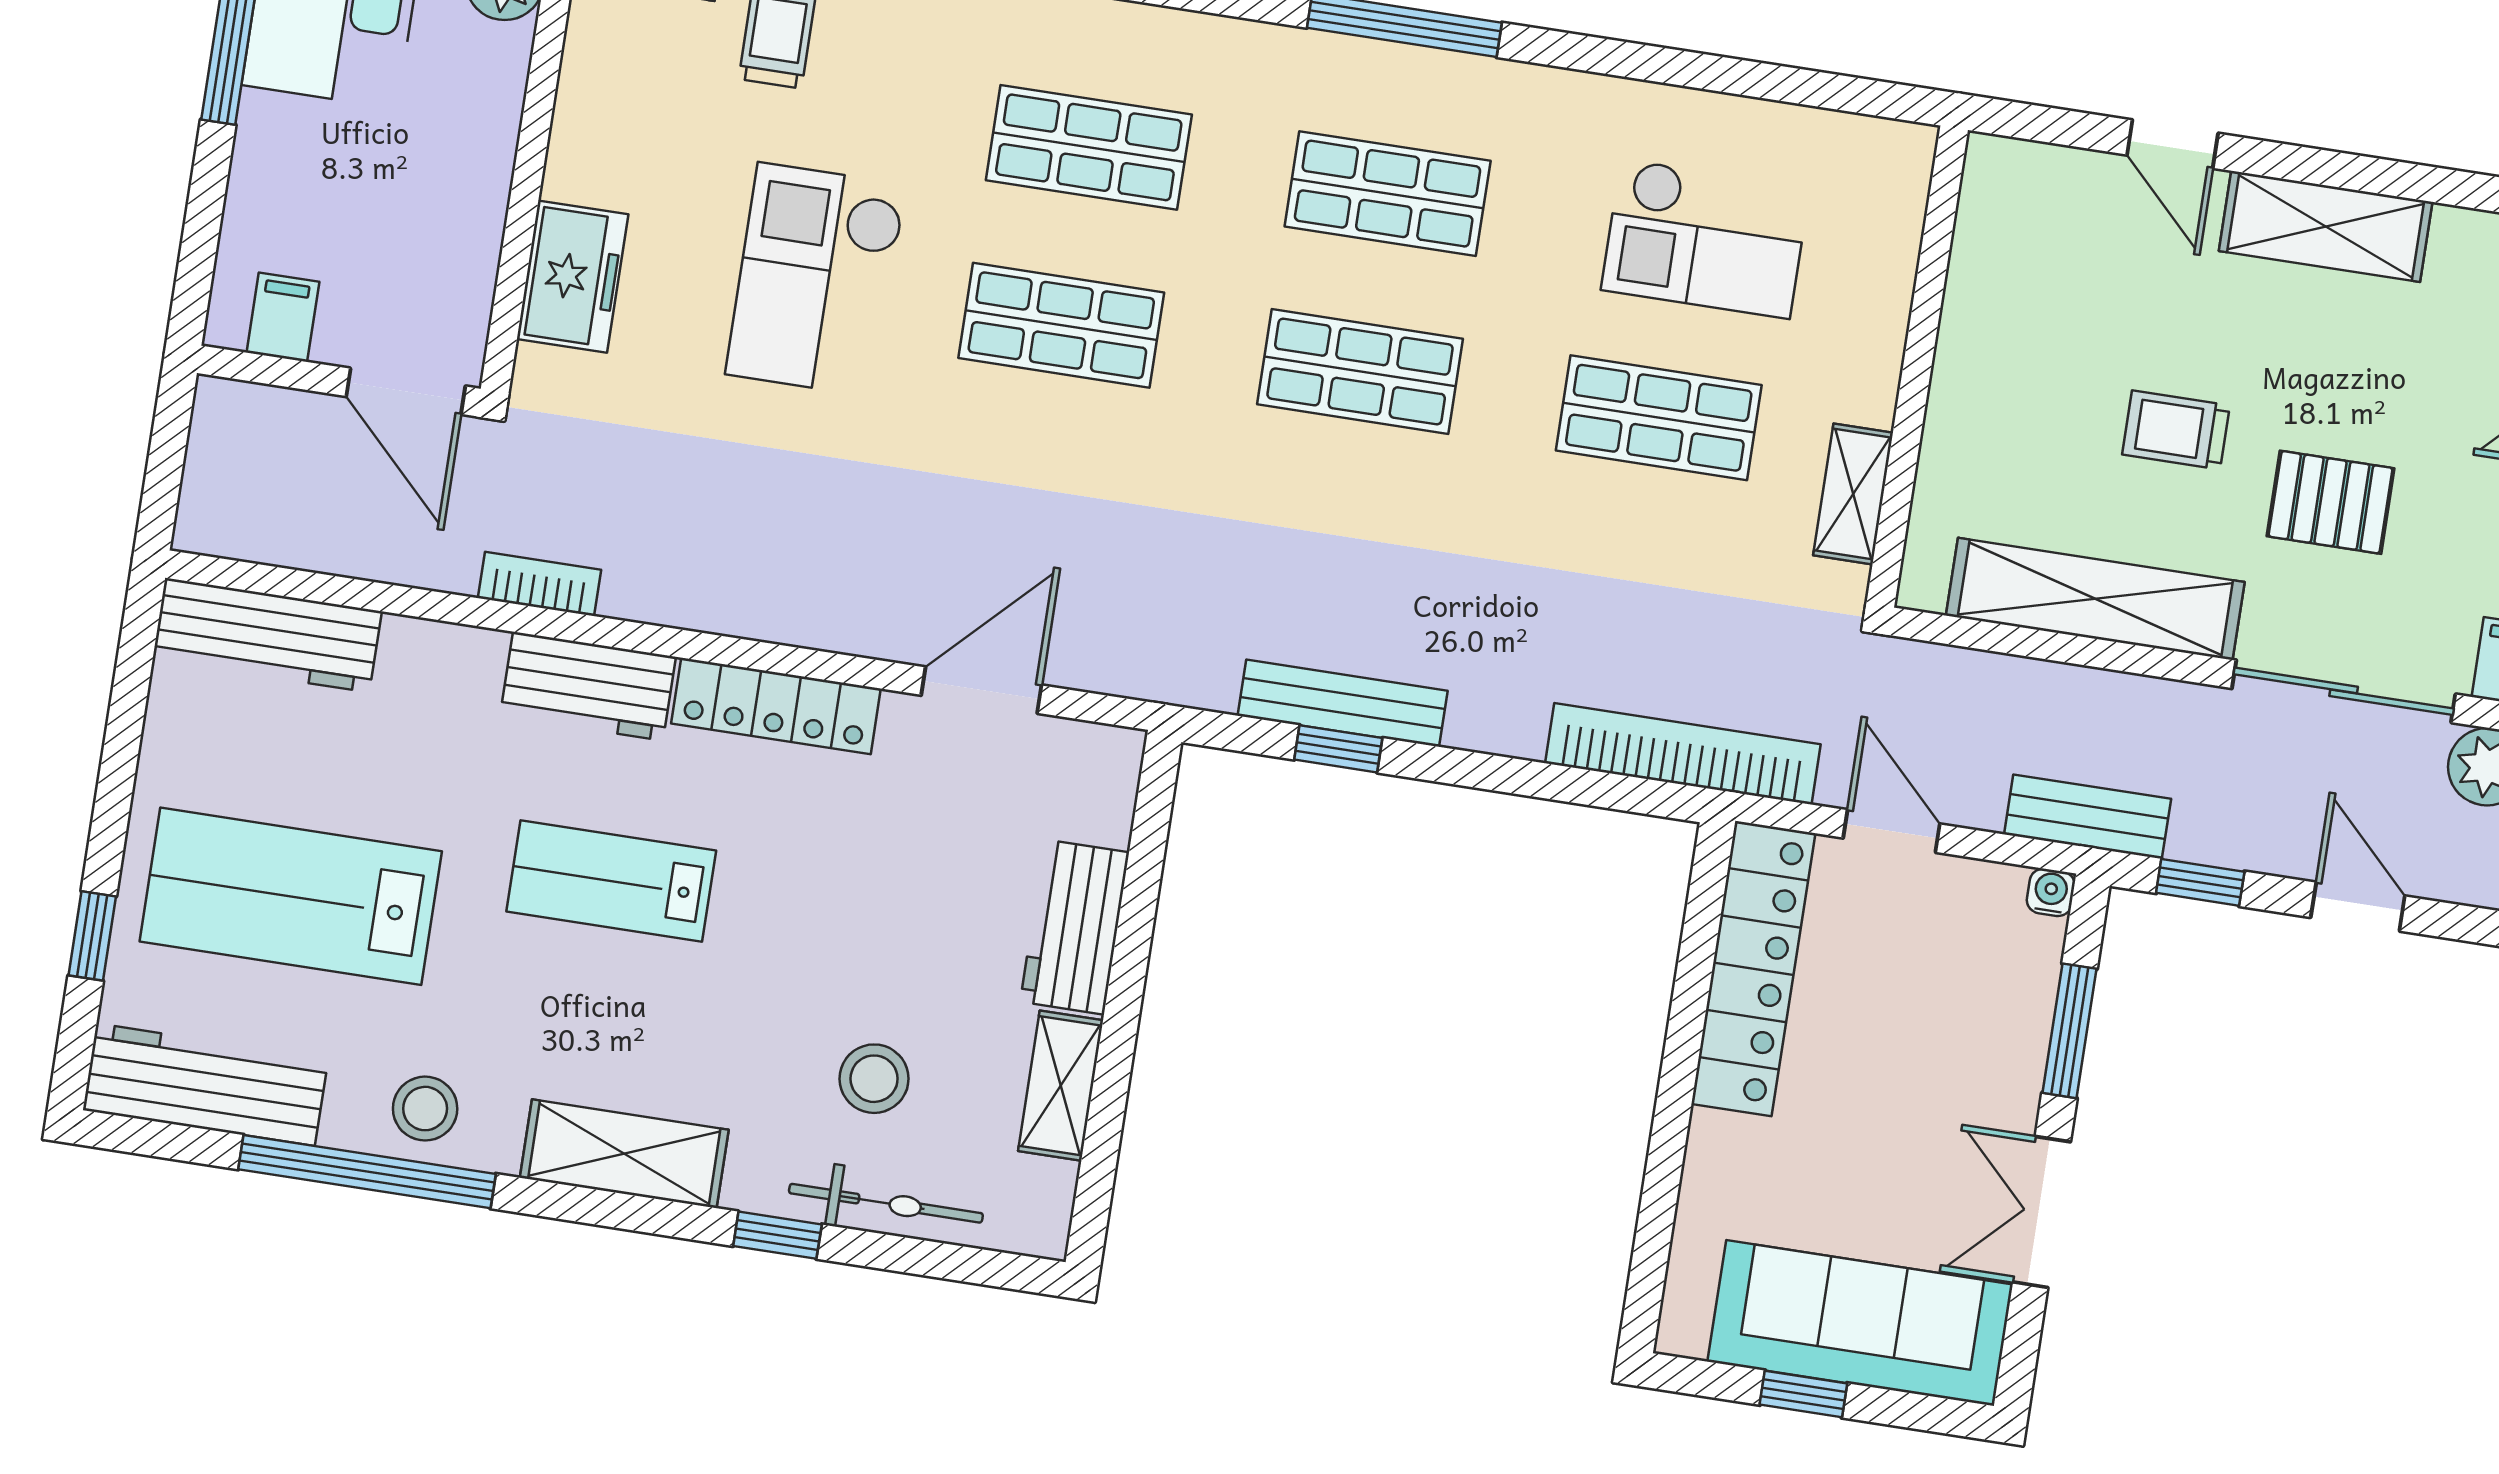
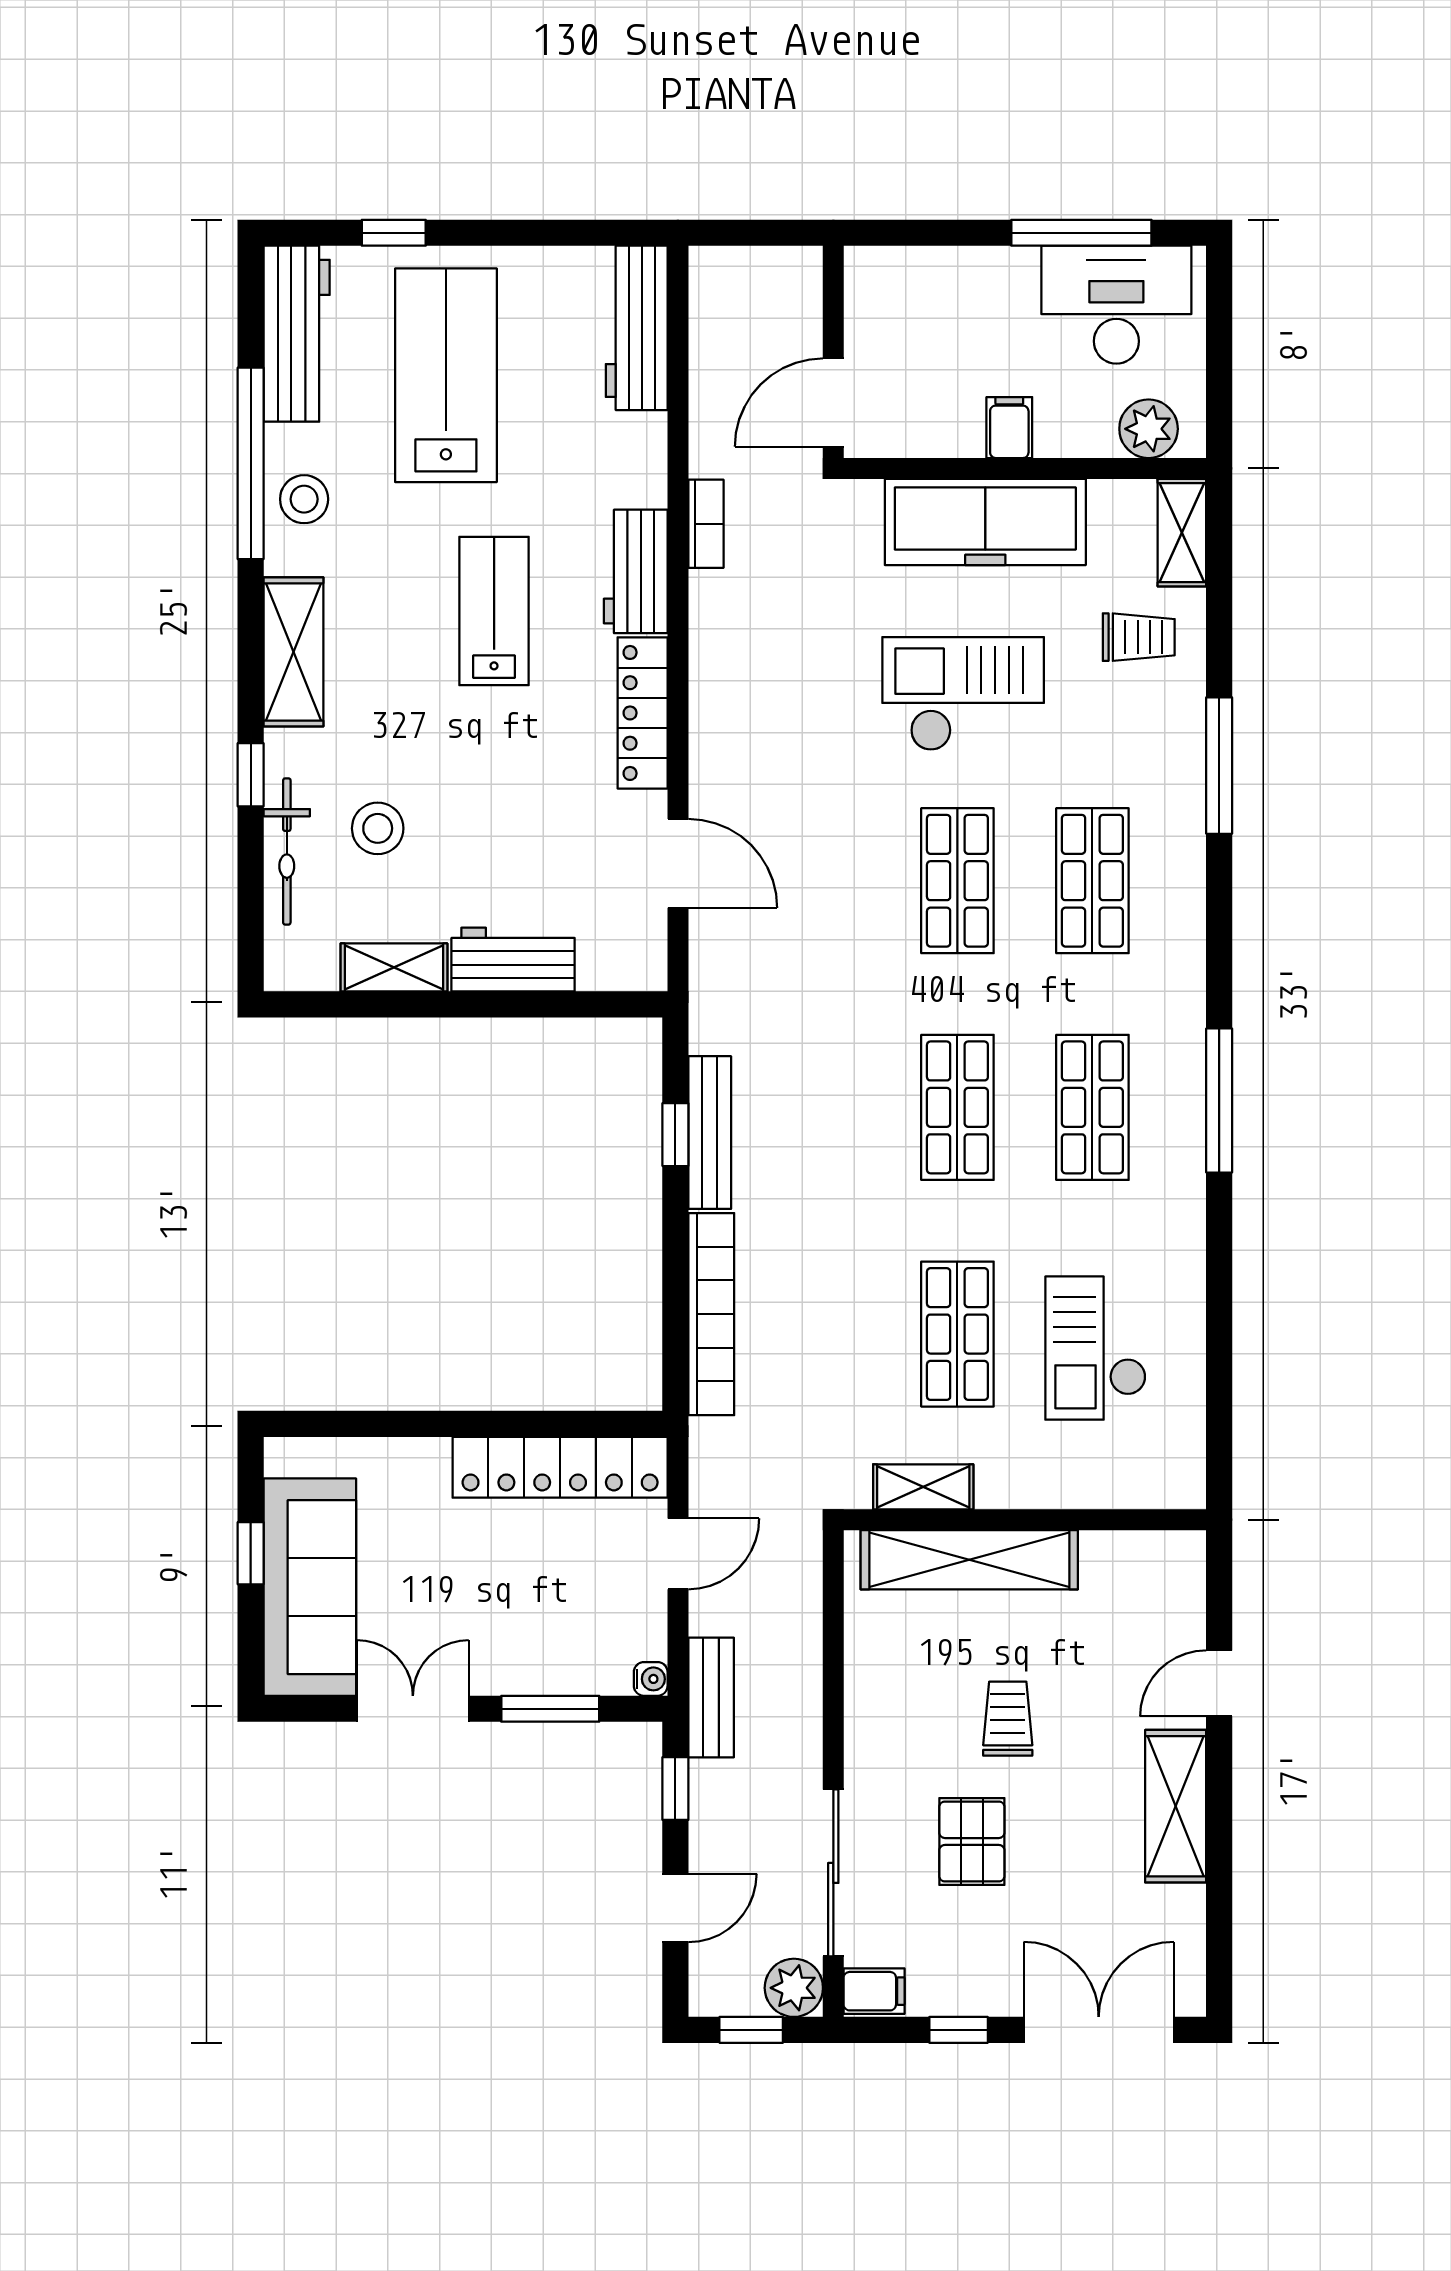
freezer: (572, 277) -> (985, 522), width x1.91, depth x1.26
filing cabinet: (283, 317) -> (1009, 428), moved, turned -90
shelving: (2095, 599) -> (969, 1560), moved, turned 90
bookcase: (1683, 754) -> (711, 1314), moved

